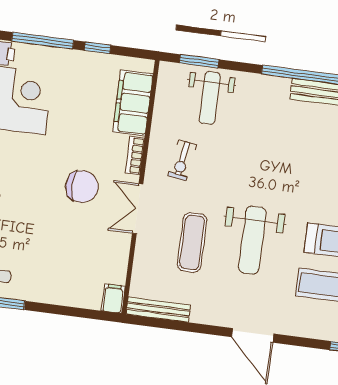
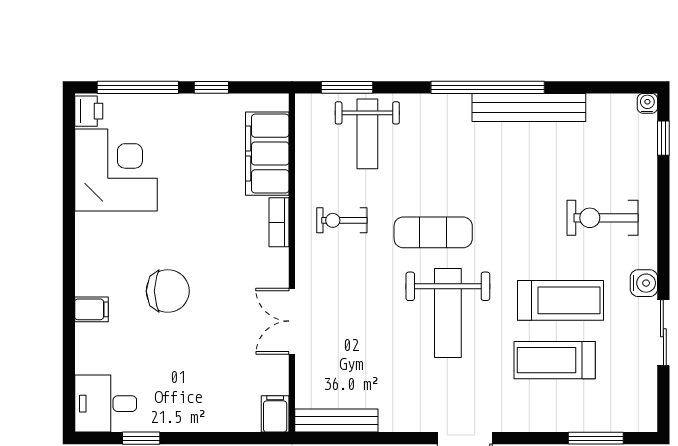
exercise bike: (182, 160) -> (342, 220), turned 81
chair: (82, 187) -> (168, 291), moved
double door: (138, 209) -> (292, 321), moved
exercise mat: (192, 242) -> (433, 232), moved, turned 90

